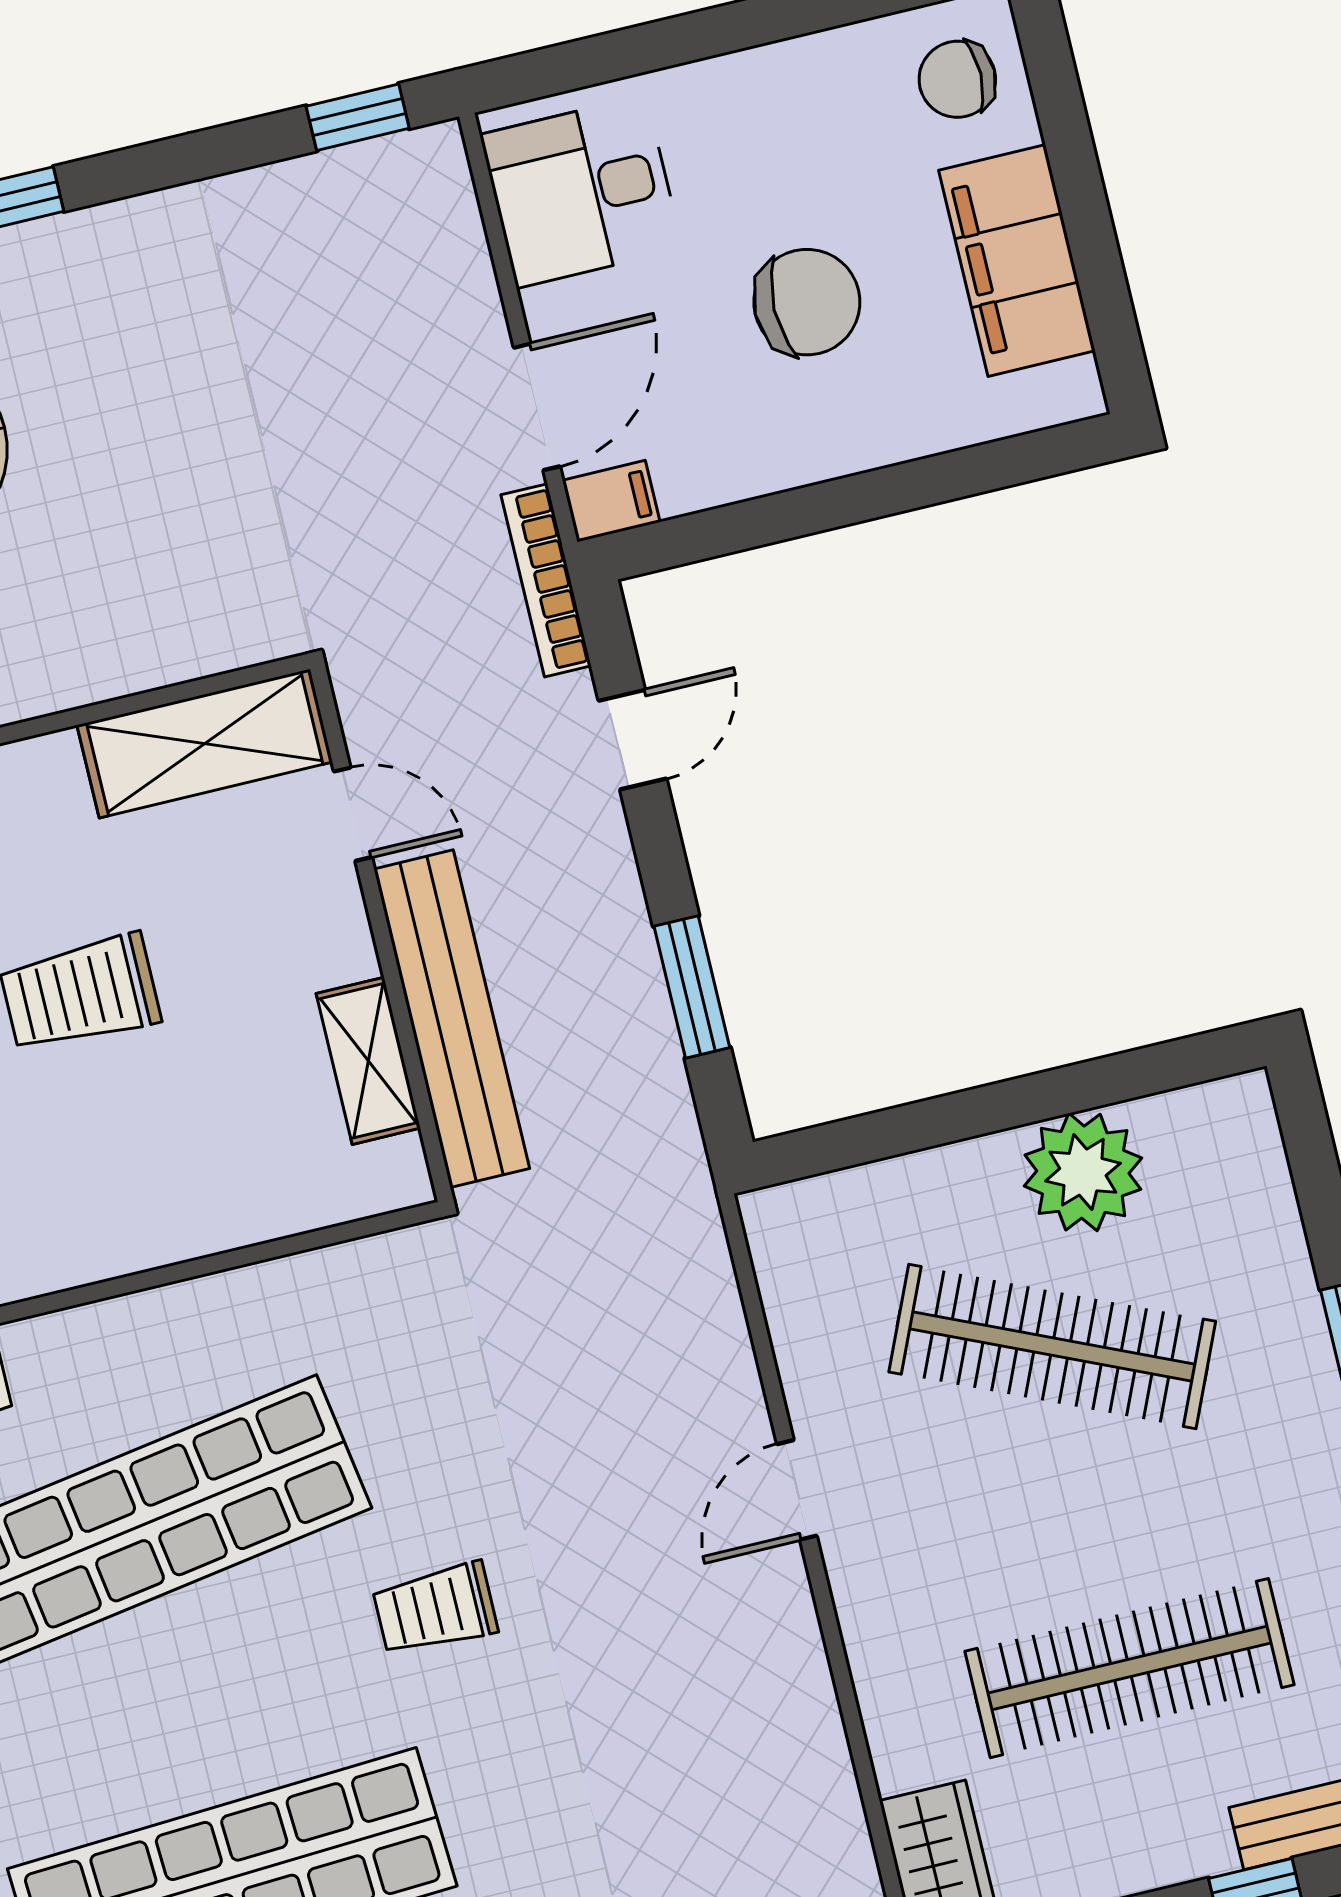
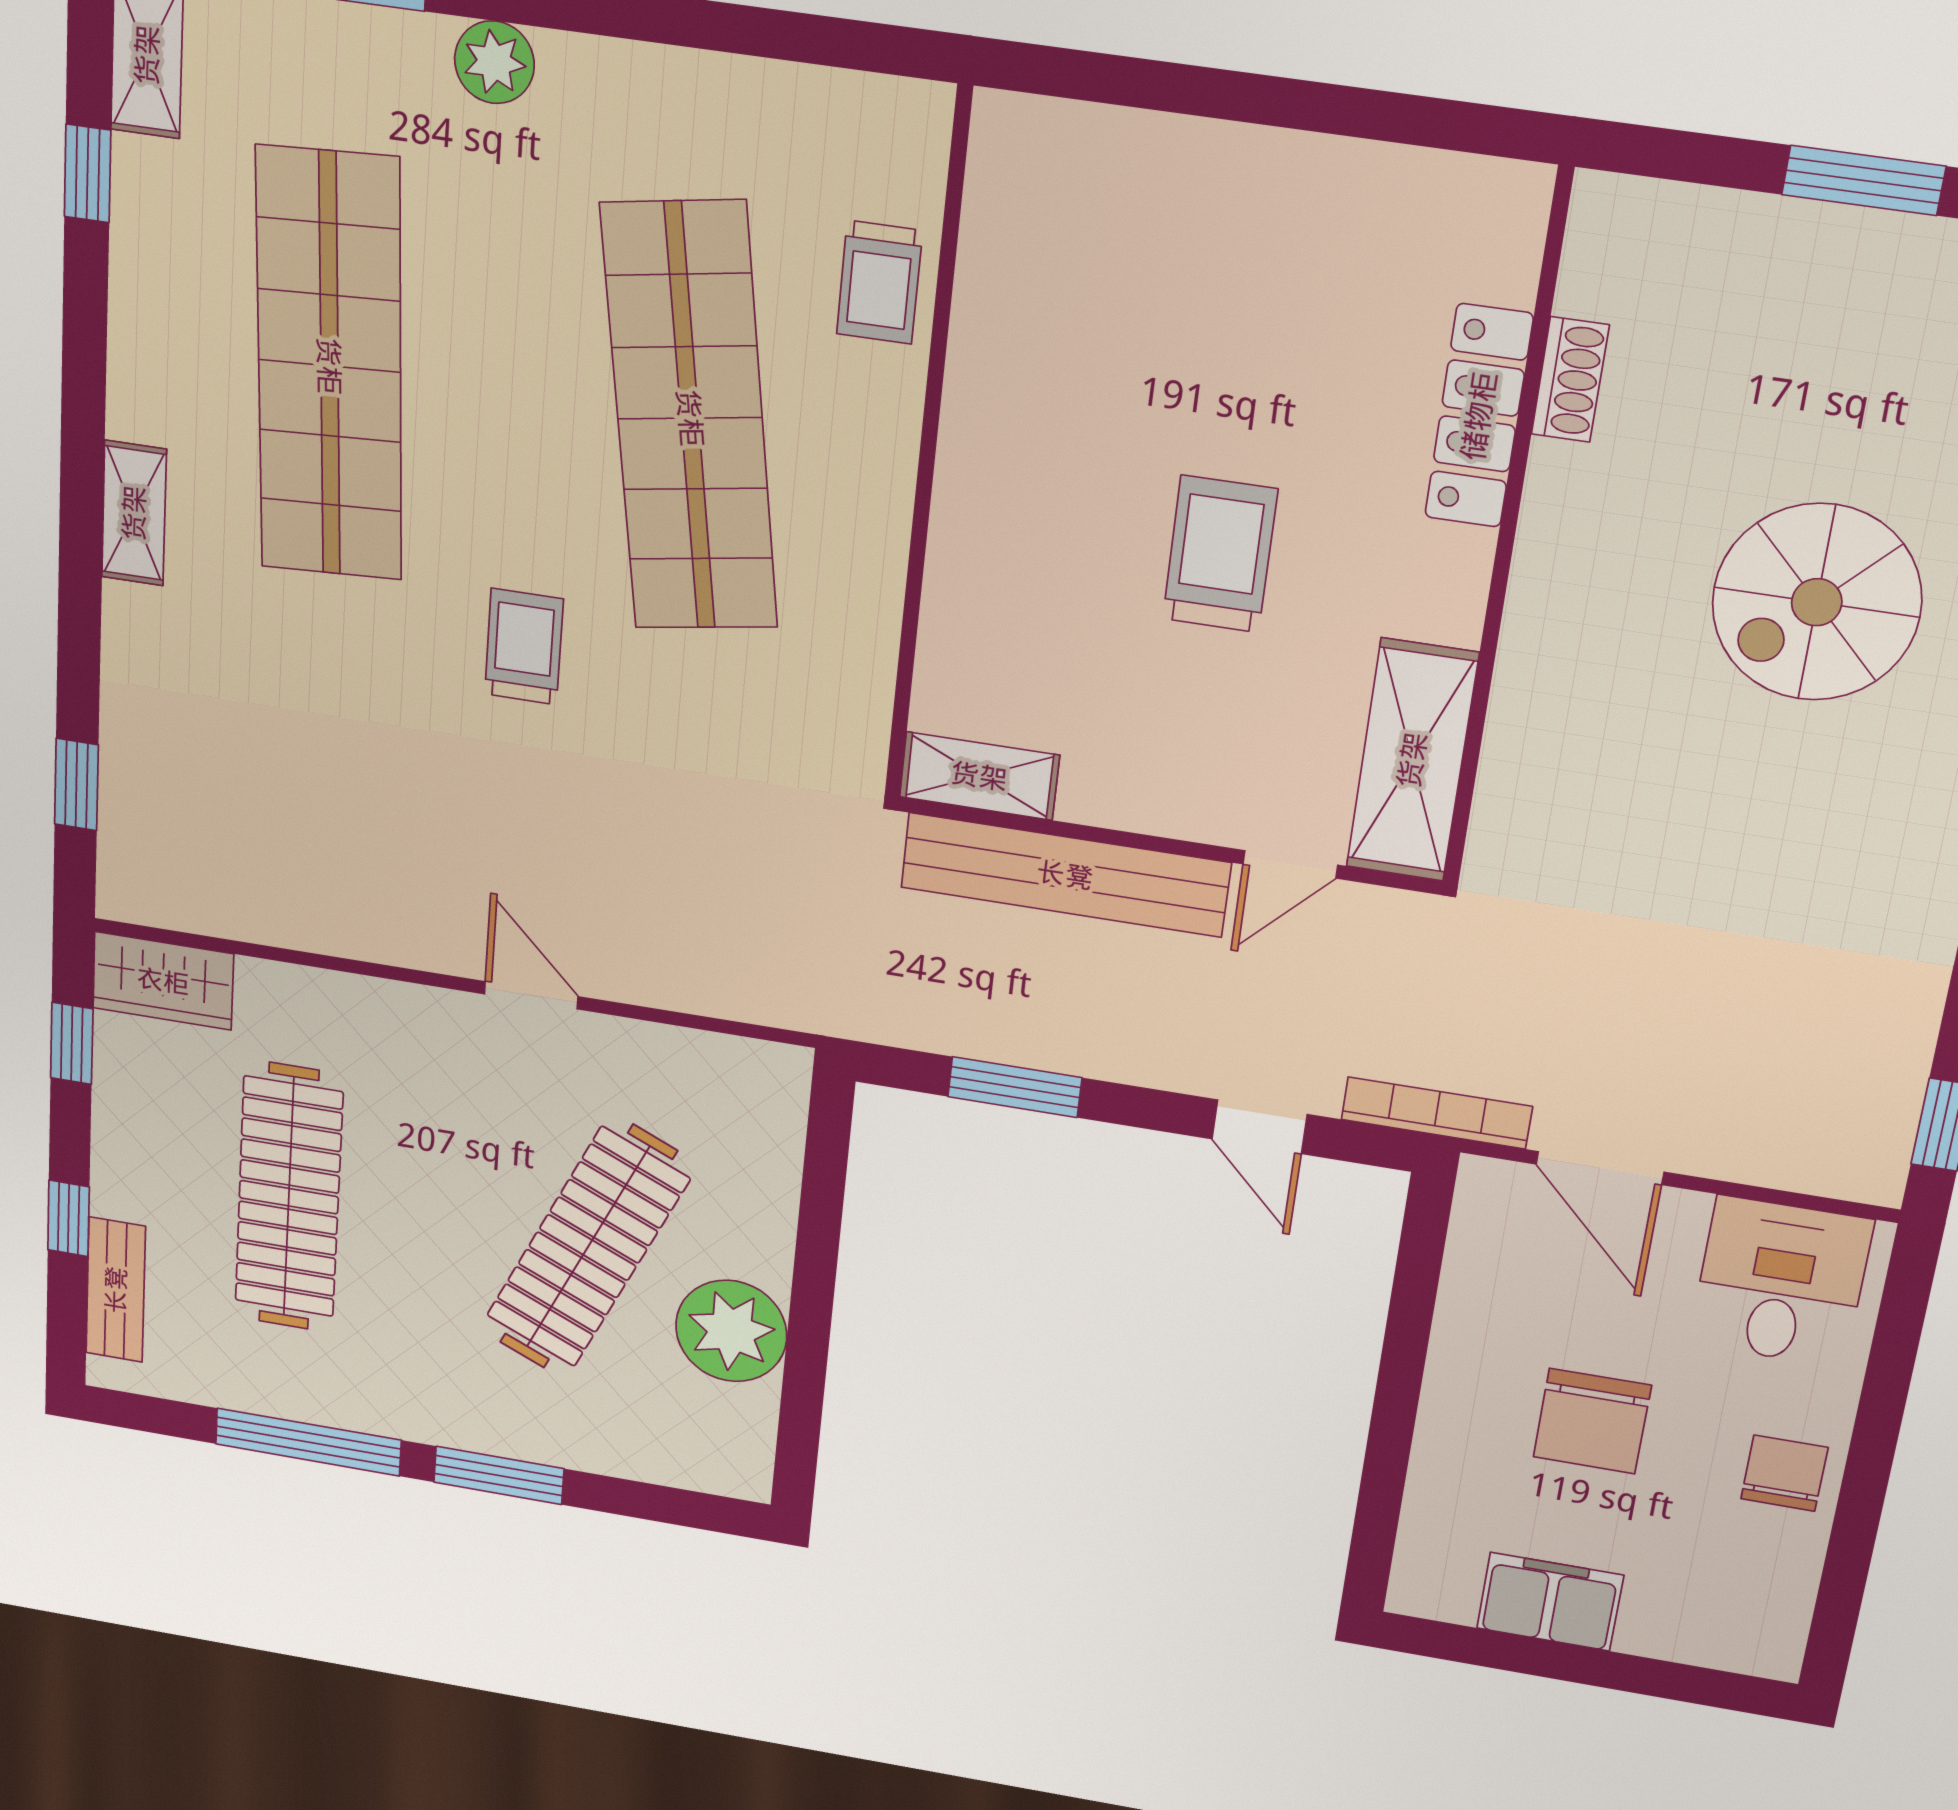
chair: (957, 79) -> (1784, 1473), moved
filing cabinet: (1017, 261) -> (1550, 1602), width x0.67, depth x0.86
filing cabinet: (611, 501) -> (1485, 1195), removed
shelving: (368, 1061) -> (979, 776), moved

